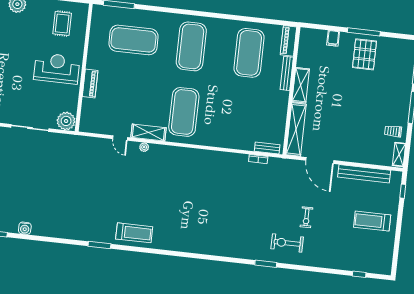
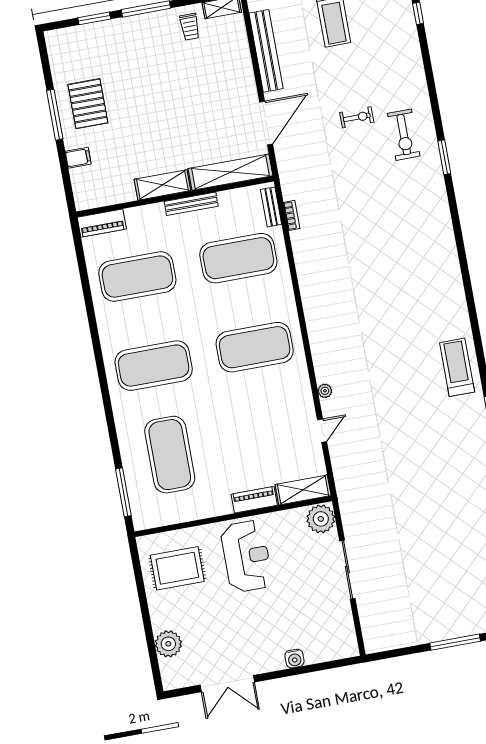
rug: (62, 24) -> (177, 568), width x1.36, depth x1.43
pallet: (364, 54) -> (88, 104), turned 90
reception desk: (57, 68) -> (246, 556), turned 180
bench: (287, 73) -> (191, 204), moved
exercise mat: (242, 118) -> (238, 258), added
shelving: (149, 133) -> (303, 490), moved, turned 90

